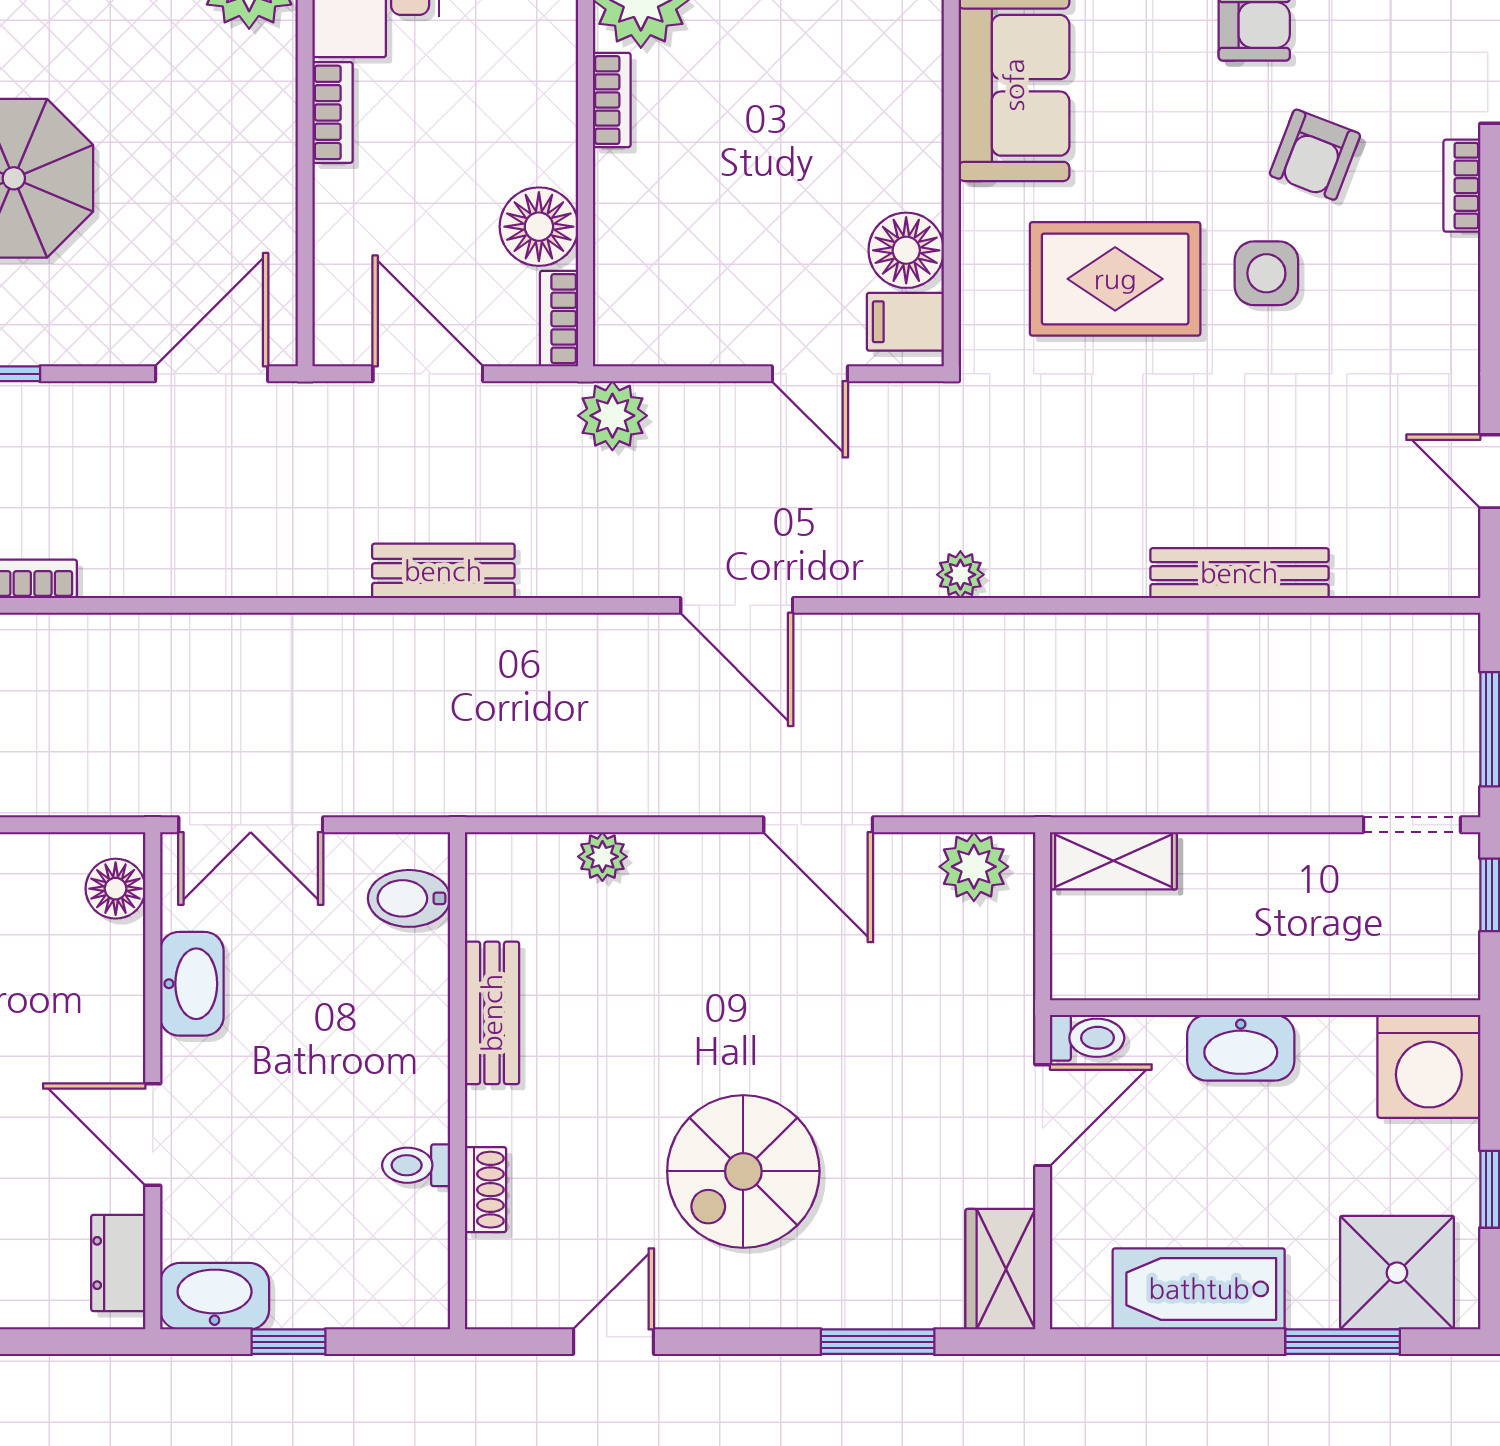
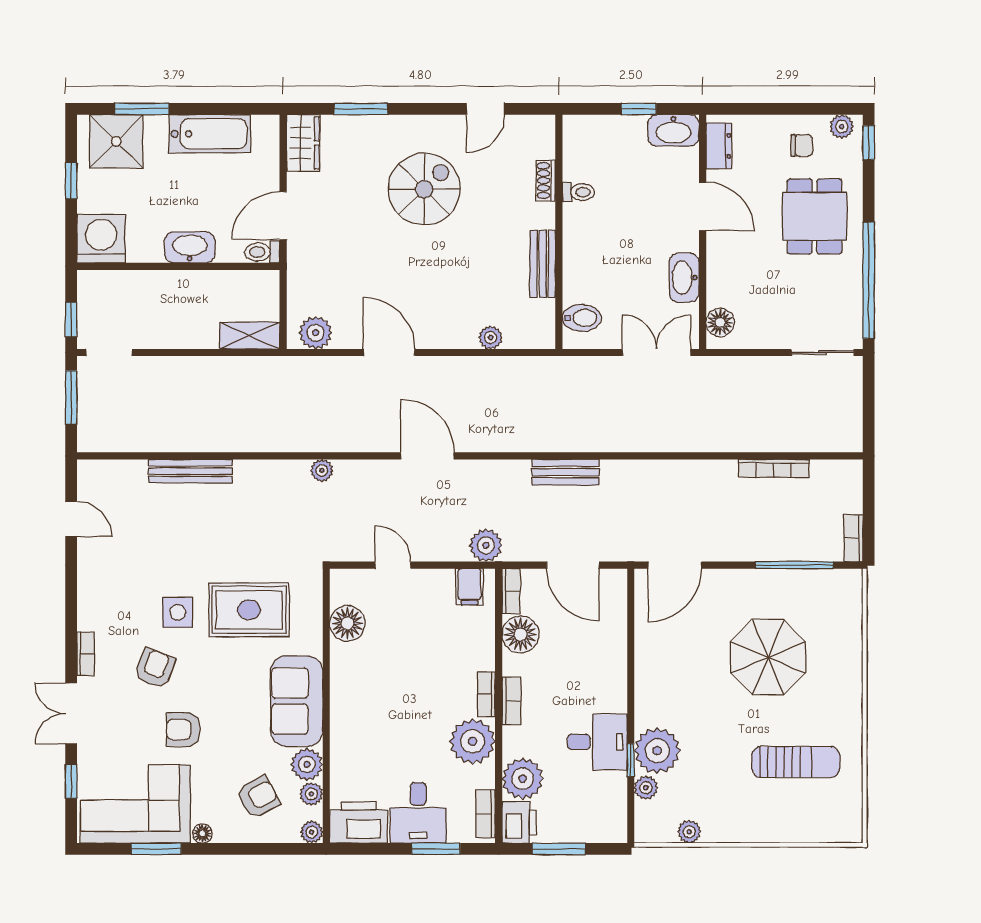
bookcase: (333, 112) -> (512, 701), moved, turned 180
filing cabinet: (905, 322) -> (469, 587), moved, turned 90

